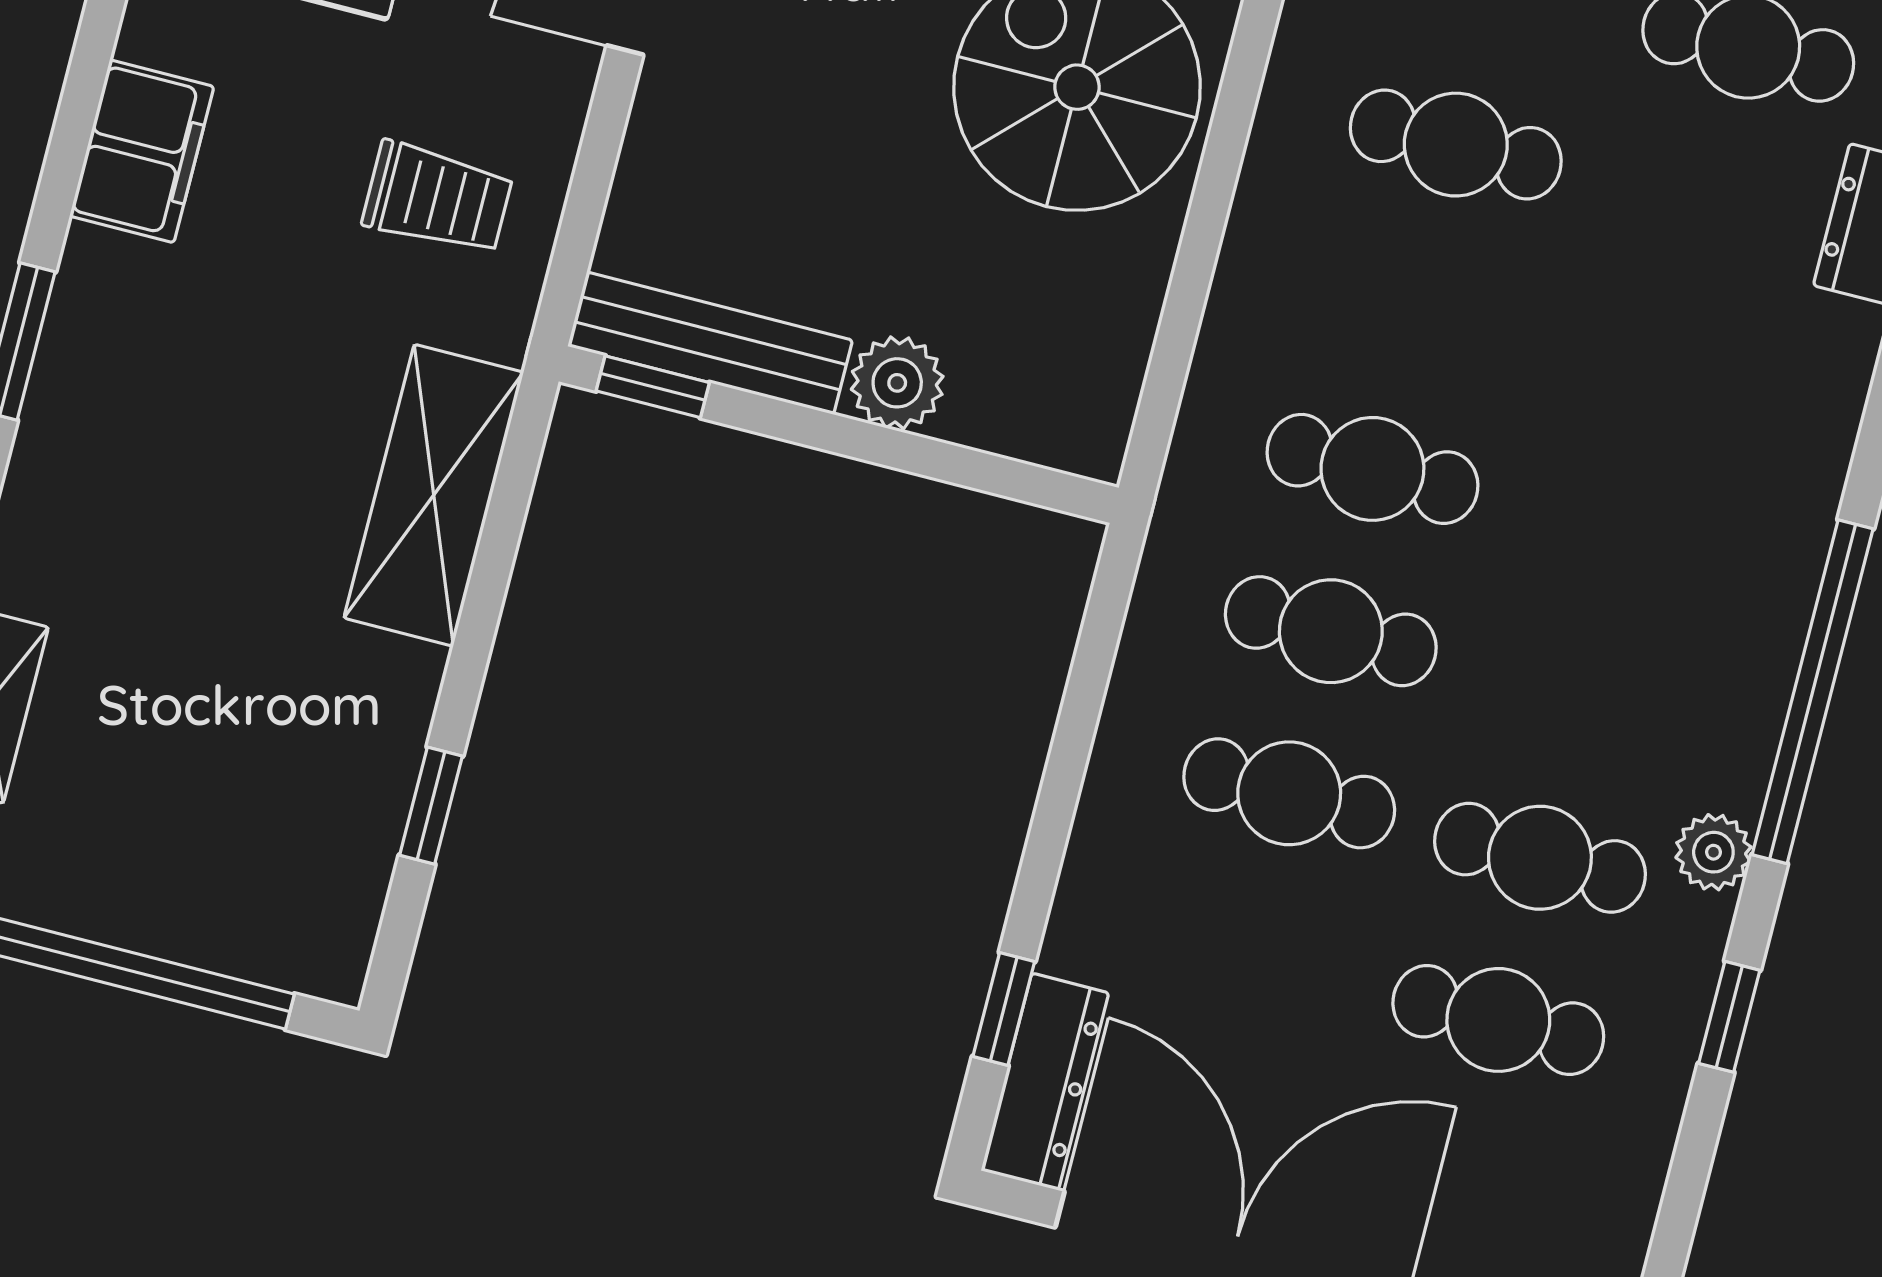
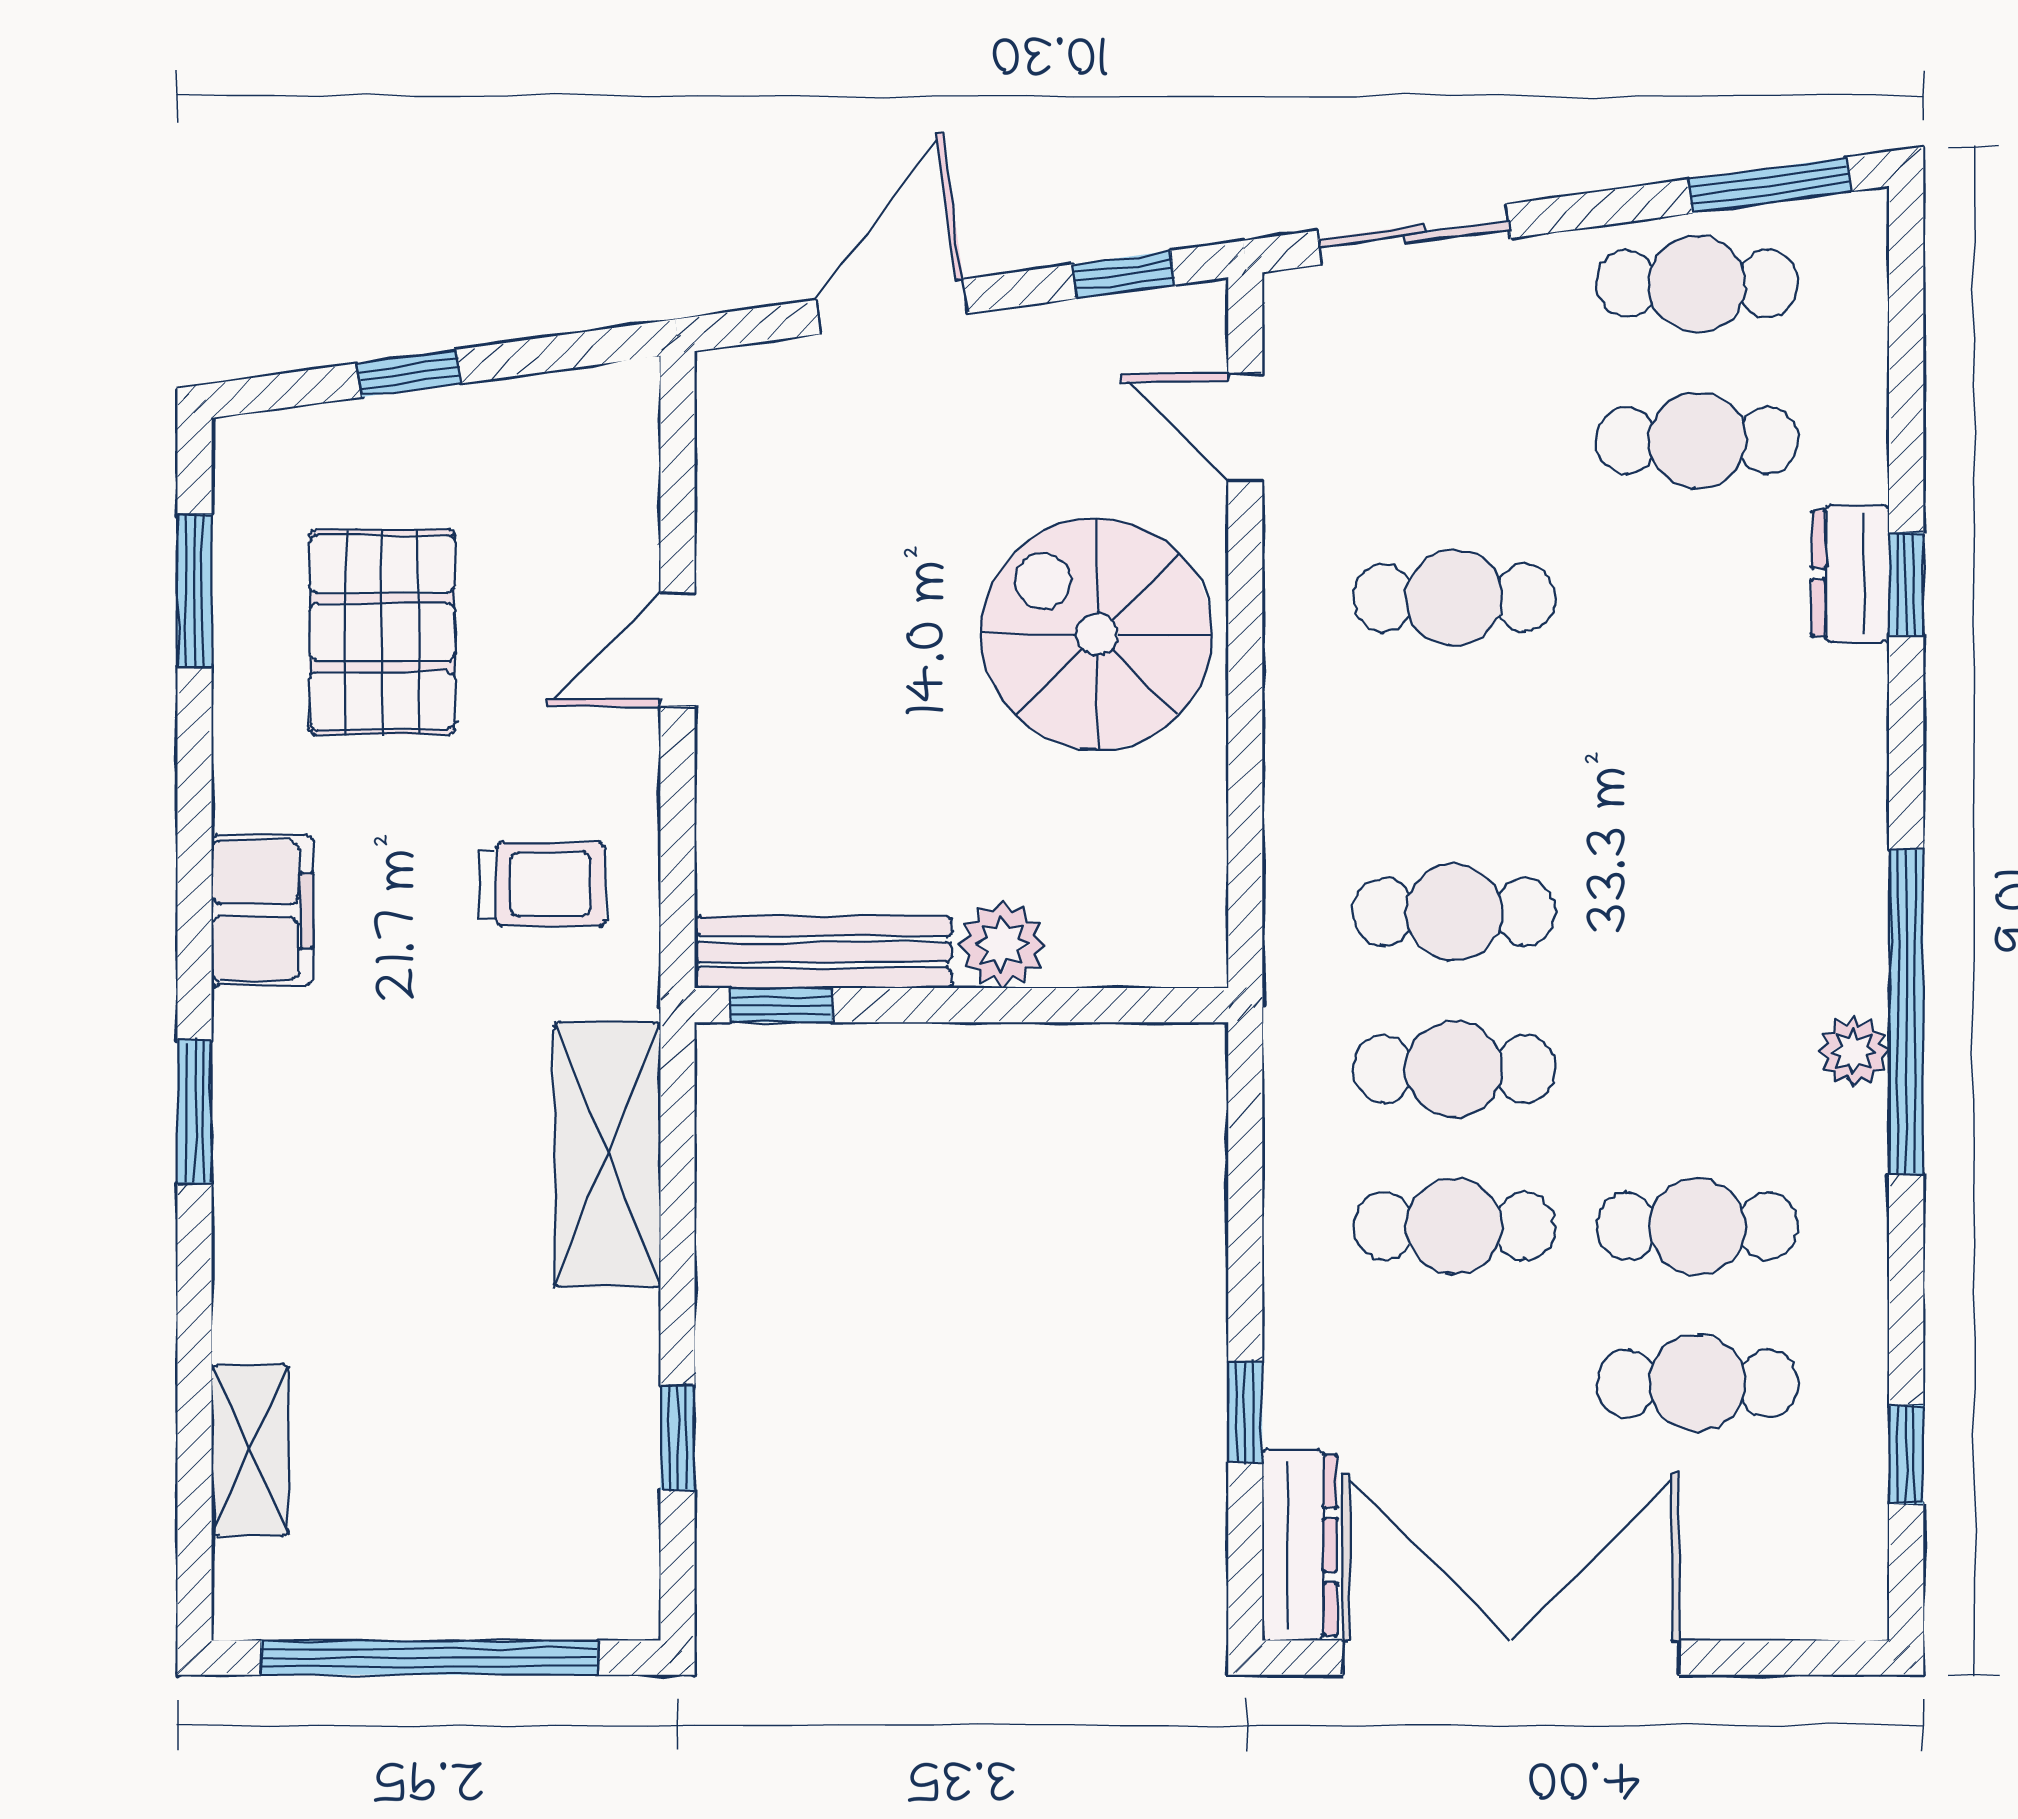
plant: (1713, 852) -> (1853, 1051), moved
window: (1004, 1009) -> (1245, 1412), moved
window: (1729, 1017) -> (1906, 1454), moved

